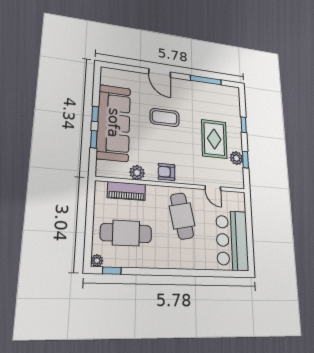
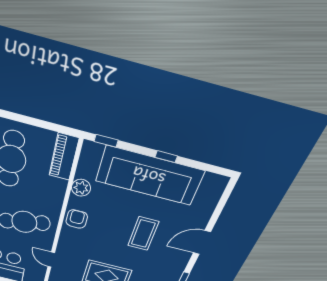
window: (94, 139) -> (106, 141), moved
door: (213, 188) -> (51, 260), hinge flipped
piano: (126, 191) -> (64, 157), moved

